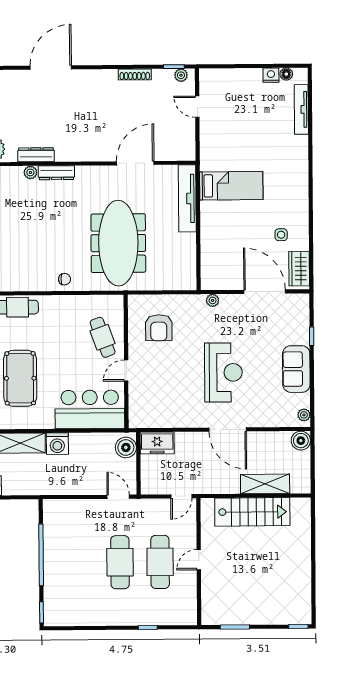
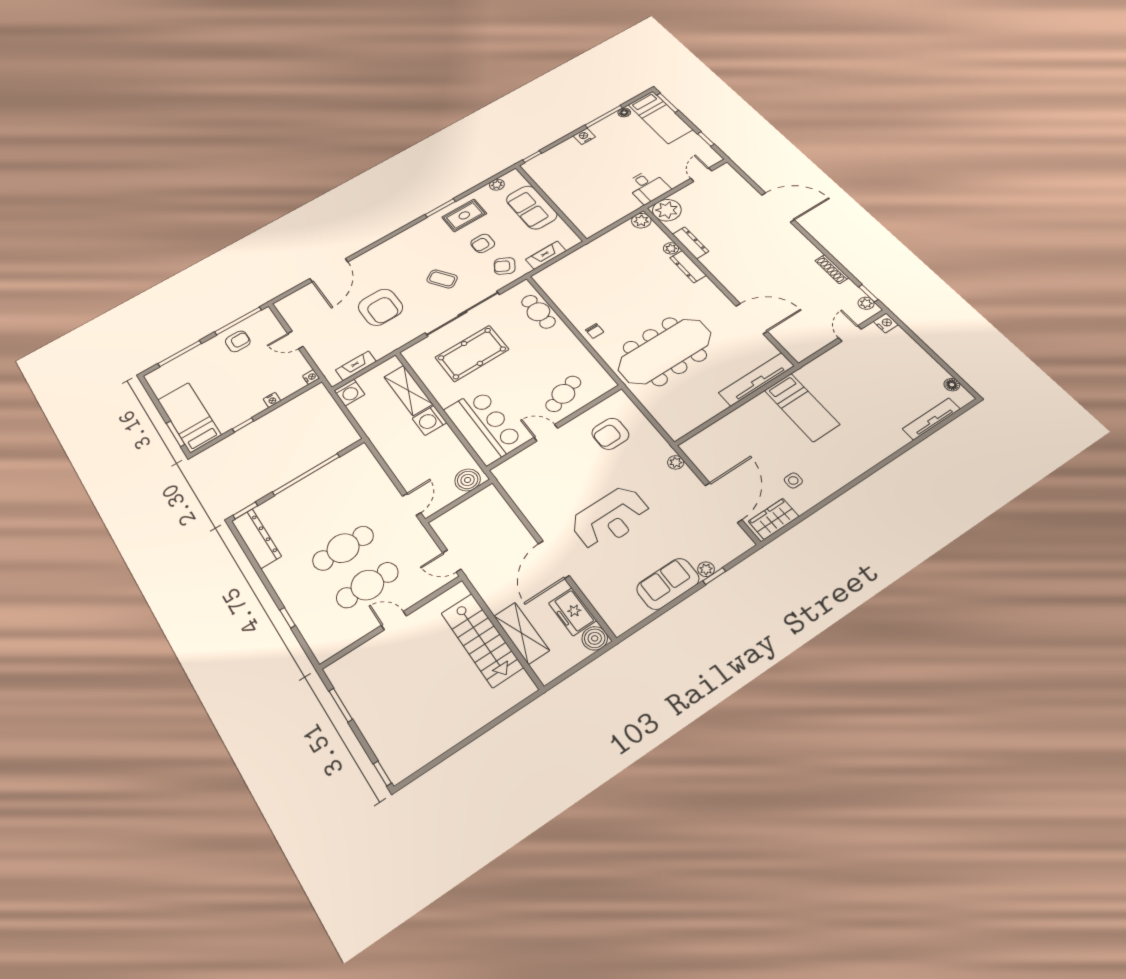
nightstand: (271, 75) -> (886, 323), moved
plant: (304, 415) -> (706, 569), moved
freezer: (157, 443) -> (573, 612), moved
dresser: (70, 617) -> (256, 539), added

